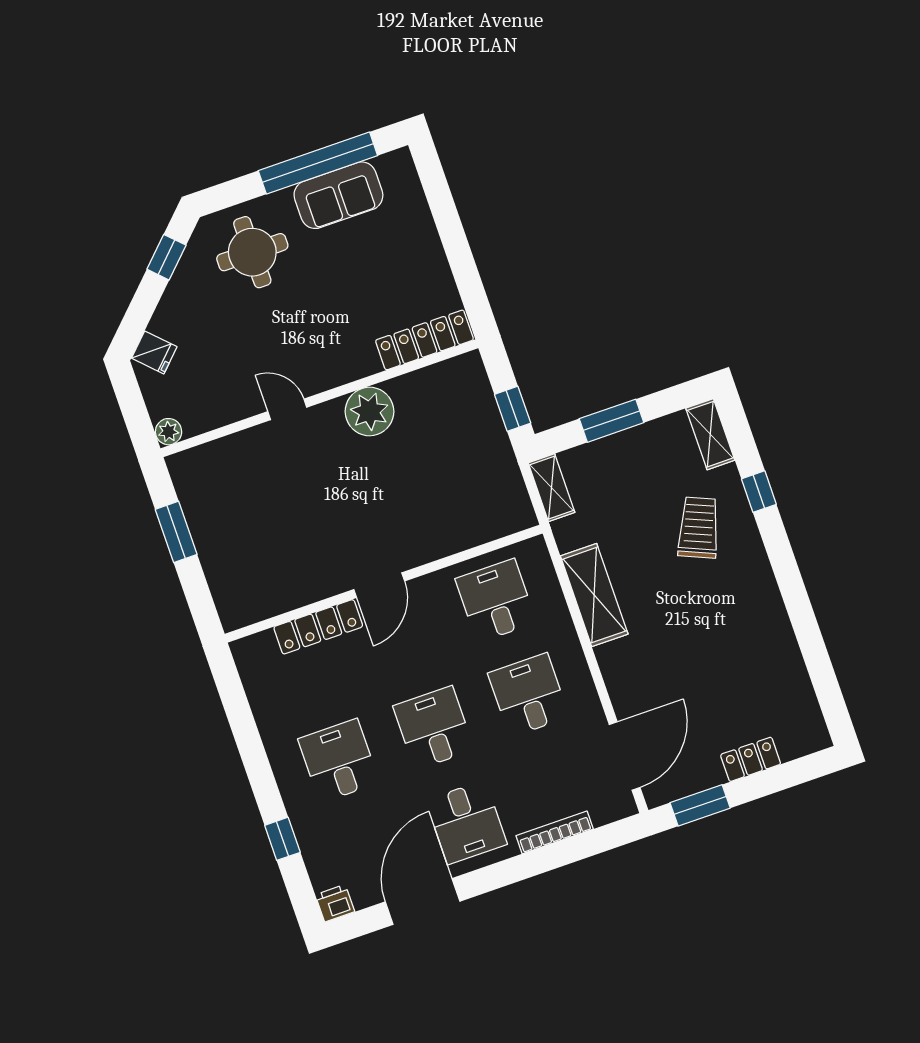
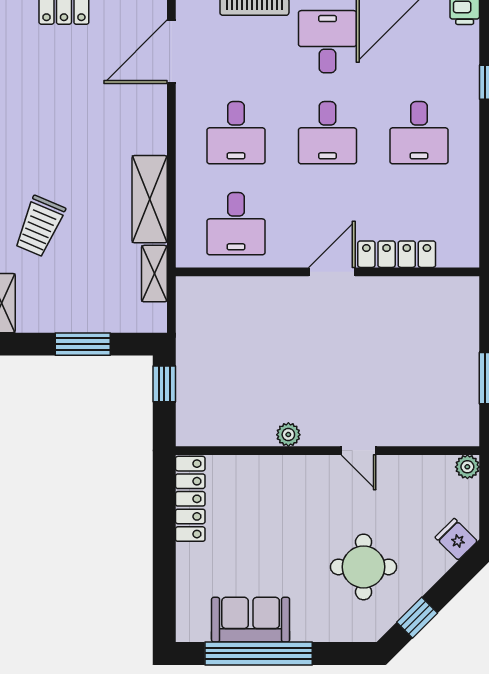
round table: (252, 252) -> (364, 567), moved
locker: (424, 340) -> (190, 499), moved, turned -90
plant: (369, 411) -> (288, 435), width x0.53, depth x0.53
shelving: (551, 488) -> (154, 274), moved

